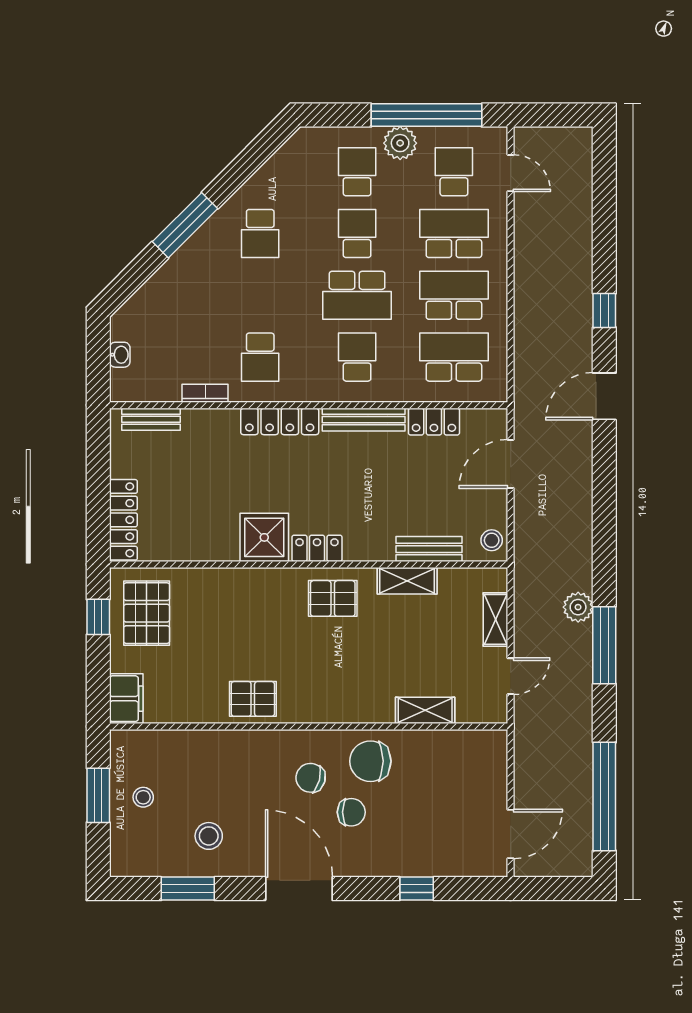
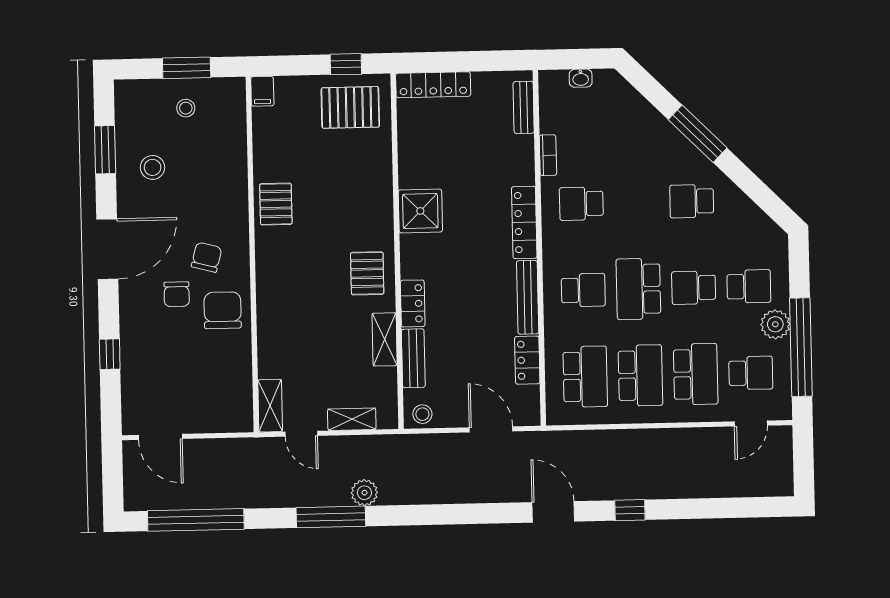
school desk: (357, 234) -> (694, 288), turned 180
locker: (317, 548) -> (413, 303), moved
filing cabinet: (126, 699) -> (262, 91), width x0.50
shelving: (425, 710) -> (270, 406), moved

